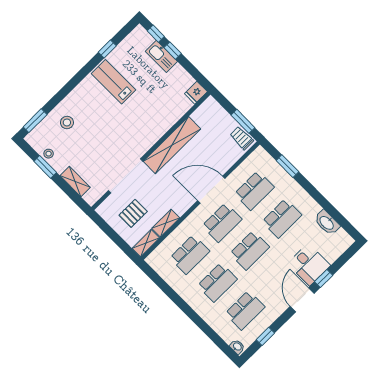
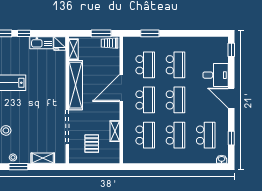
kitchen sink: (161, 56) -> (42, 43), moved
washbasin: (327, 223) -> (202, 42), removed
shelving: (146, 243) -> (73, 49), moved
window: (324, 279) -> (231, 50), moved

